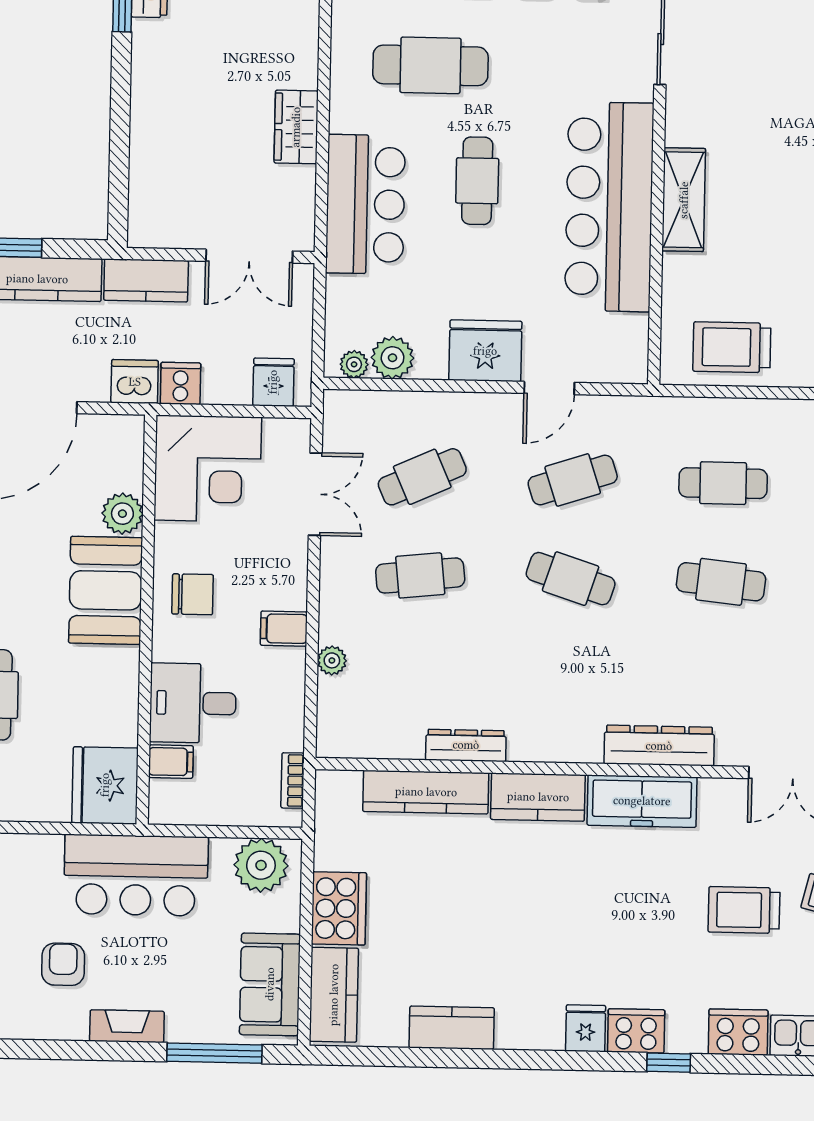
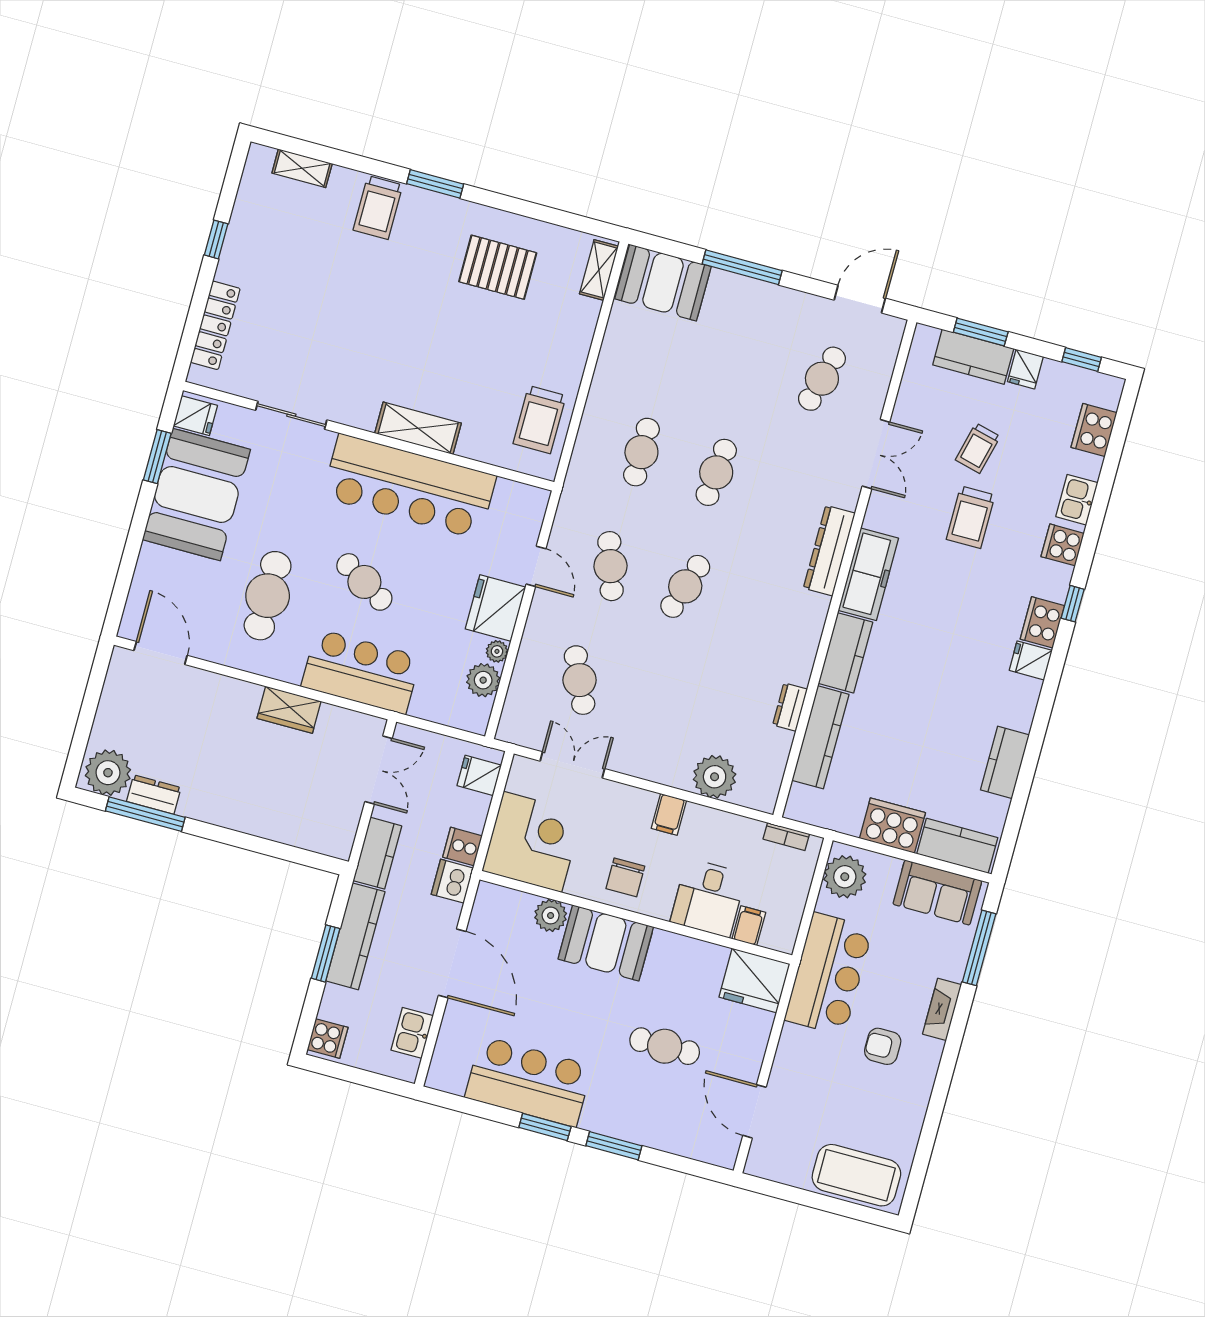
cafe table: (477, 181) -> (364, 582), turned 31
plant: (354, 364) -> (497, 651), moved
cafe table: (420, 575) -> (654, 700), removed
chair: (193, 594) -> (625, 877), turned 180
plant: (332, 660) -> (715, 777), width x1.88, depth x1.88
dresser: (466, 745) -> (790, 707), width x0.70
cooker: (738, 1032) -> (1063, 545), width x0.73

